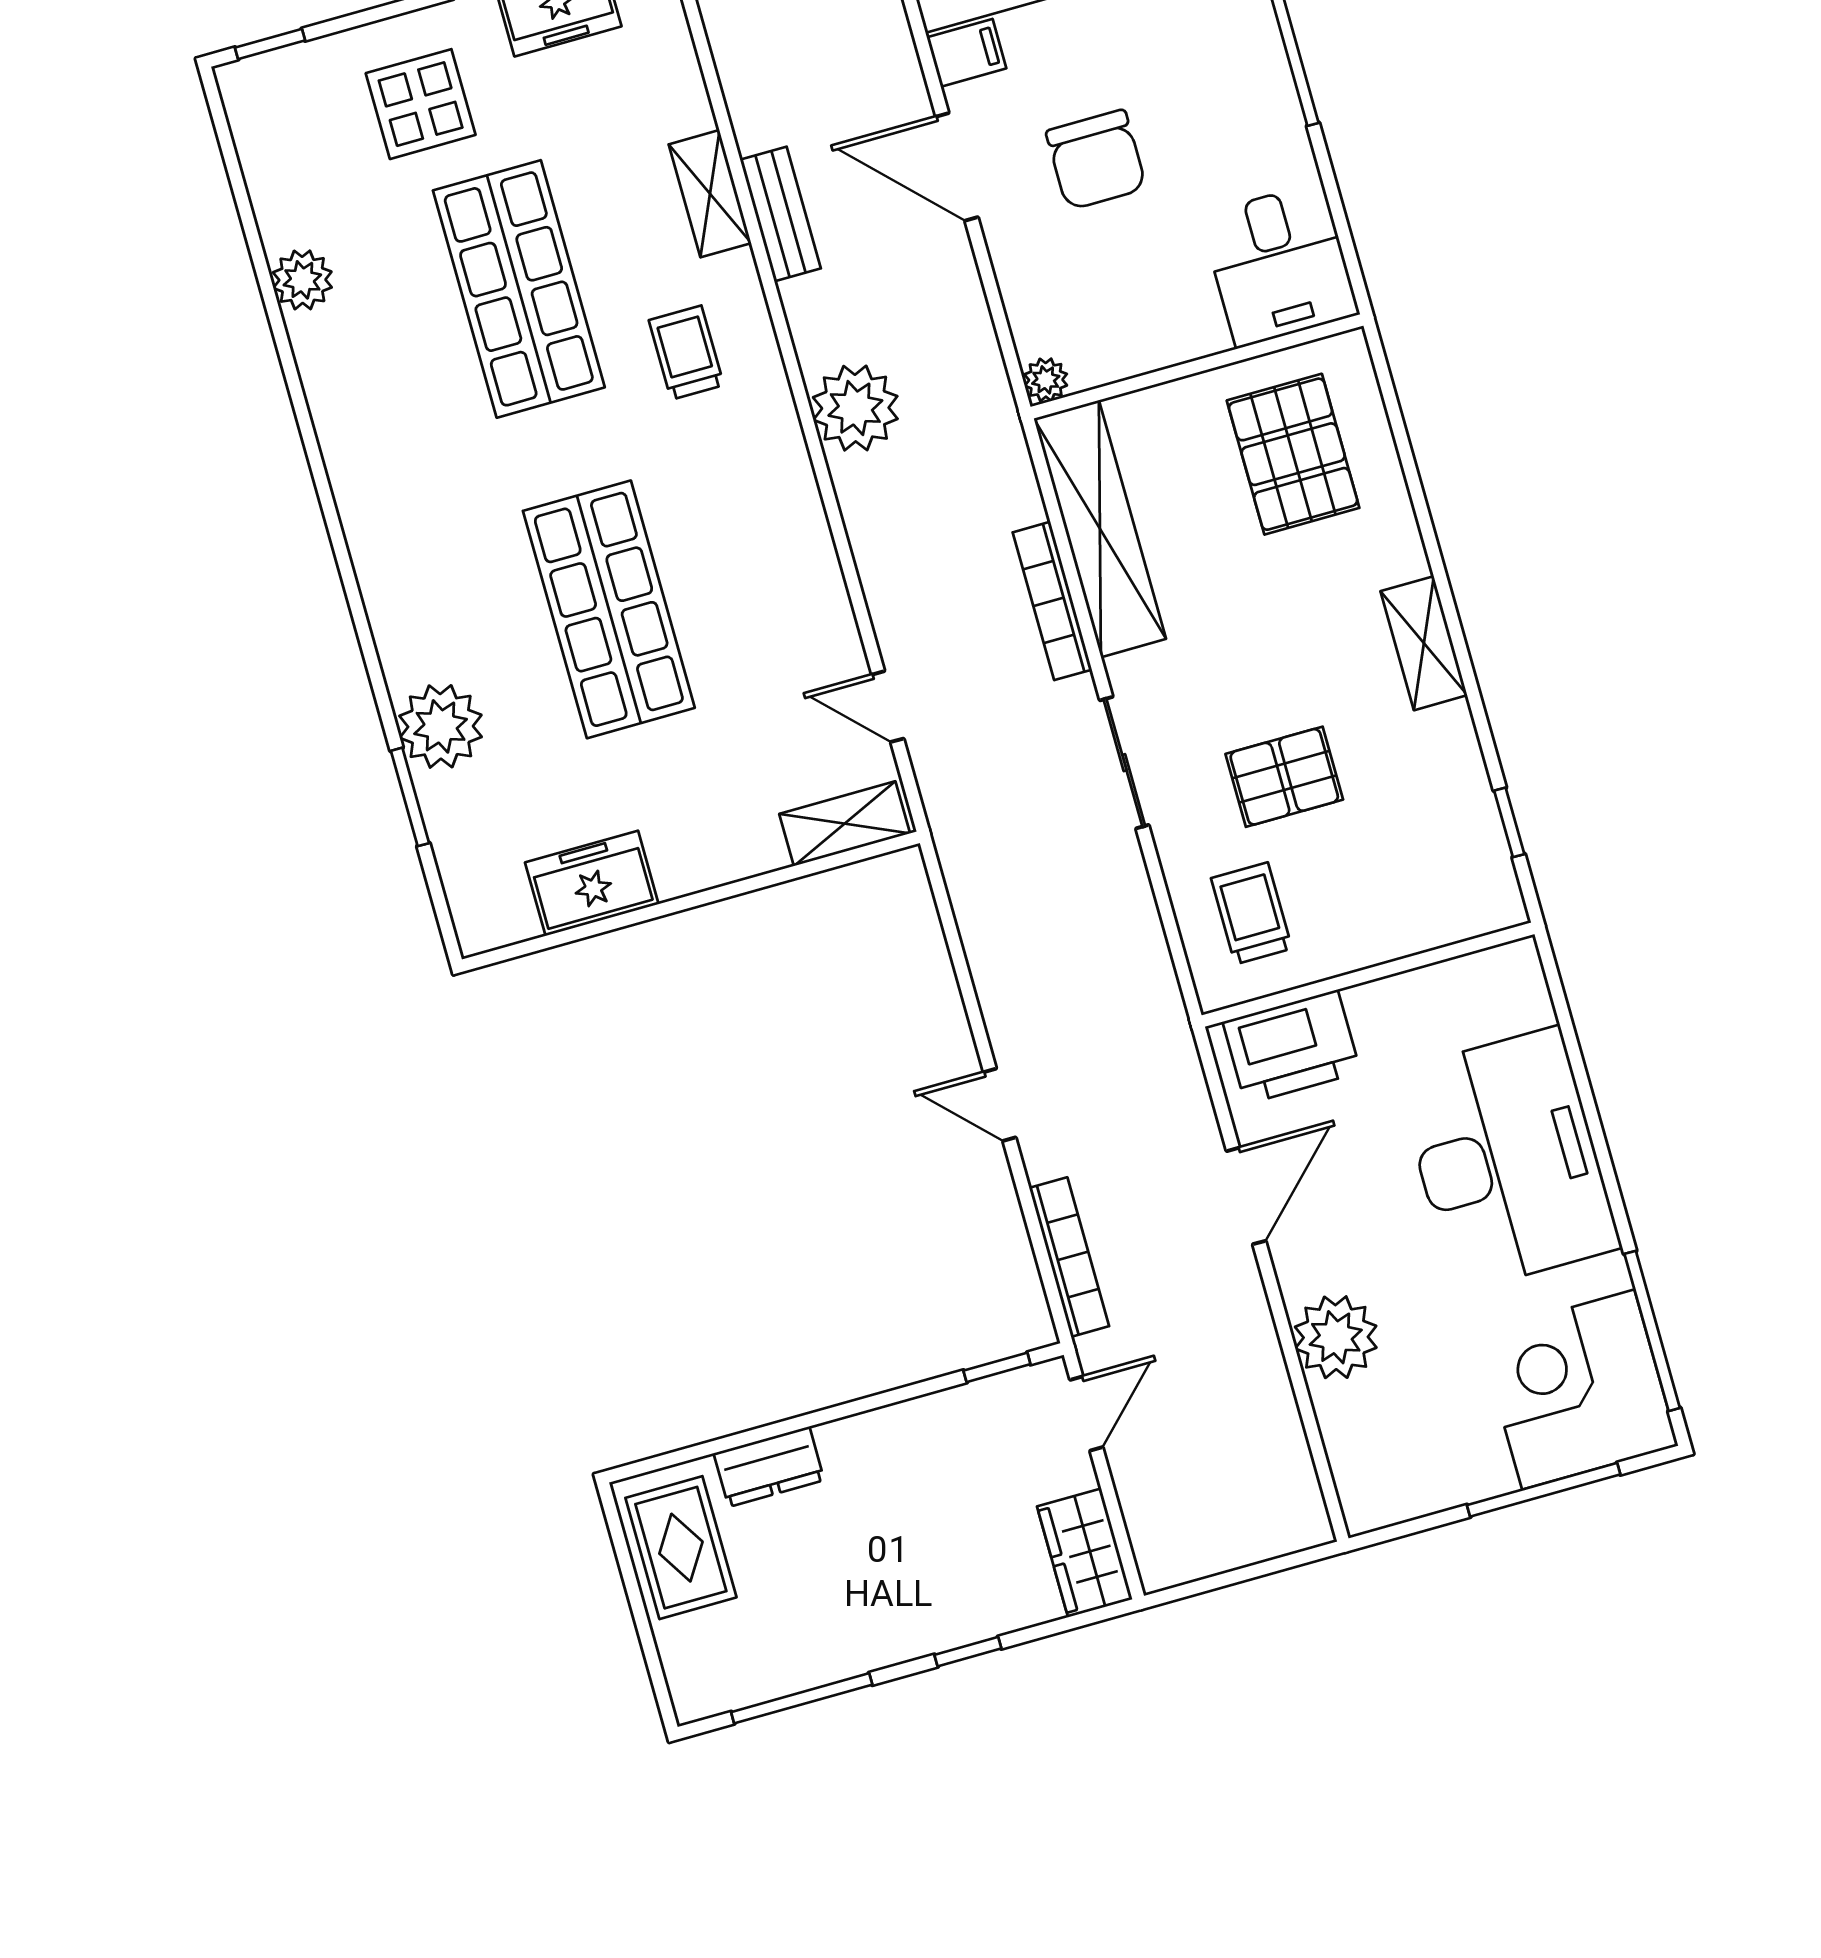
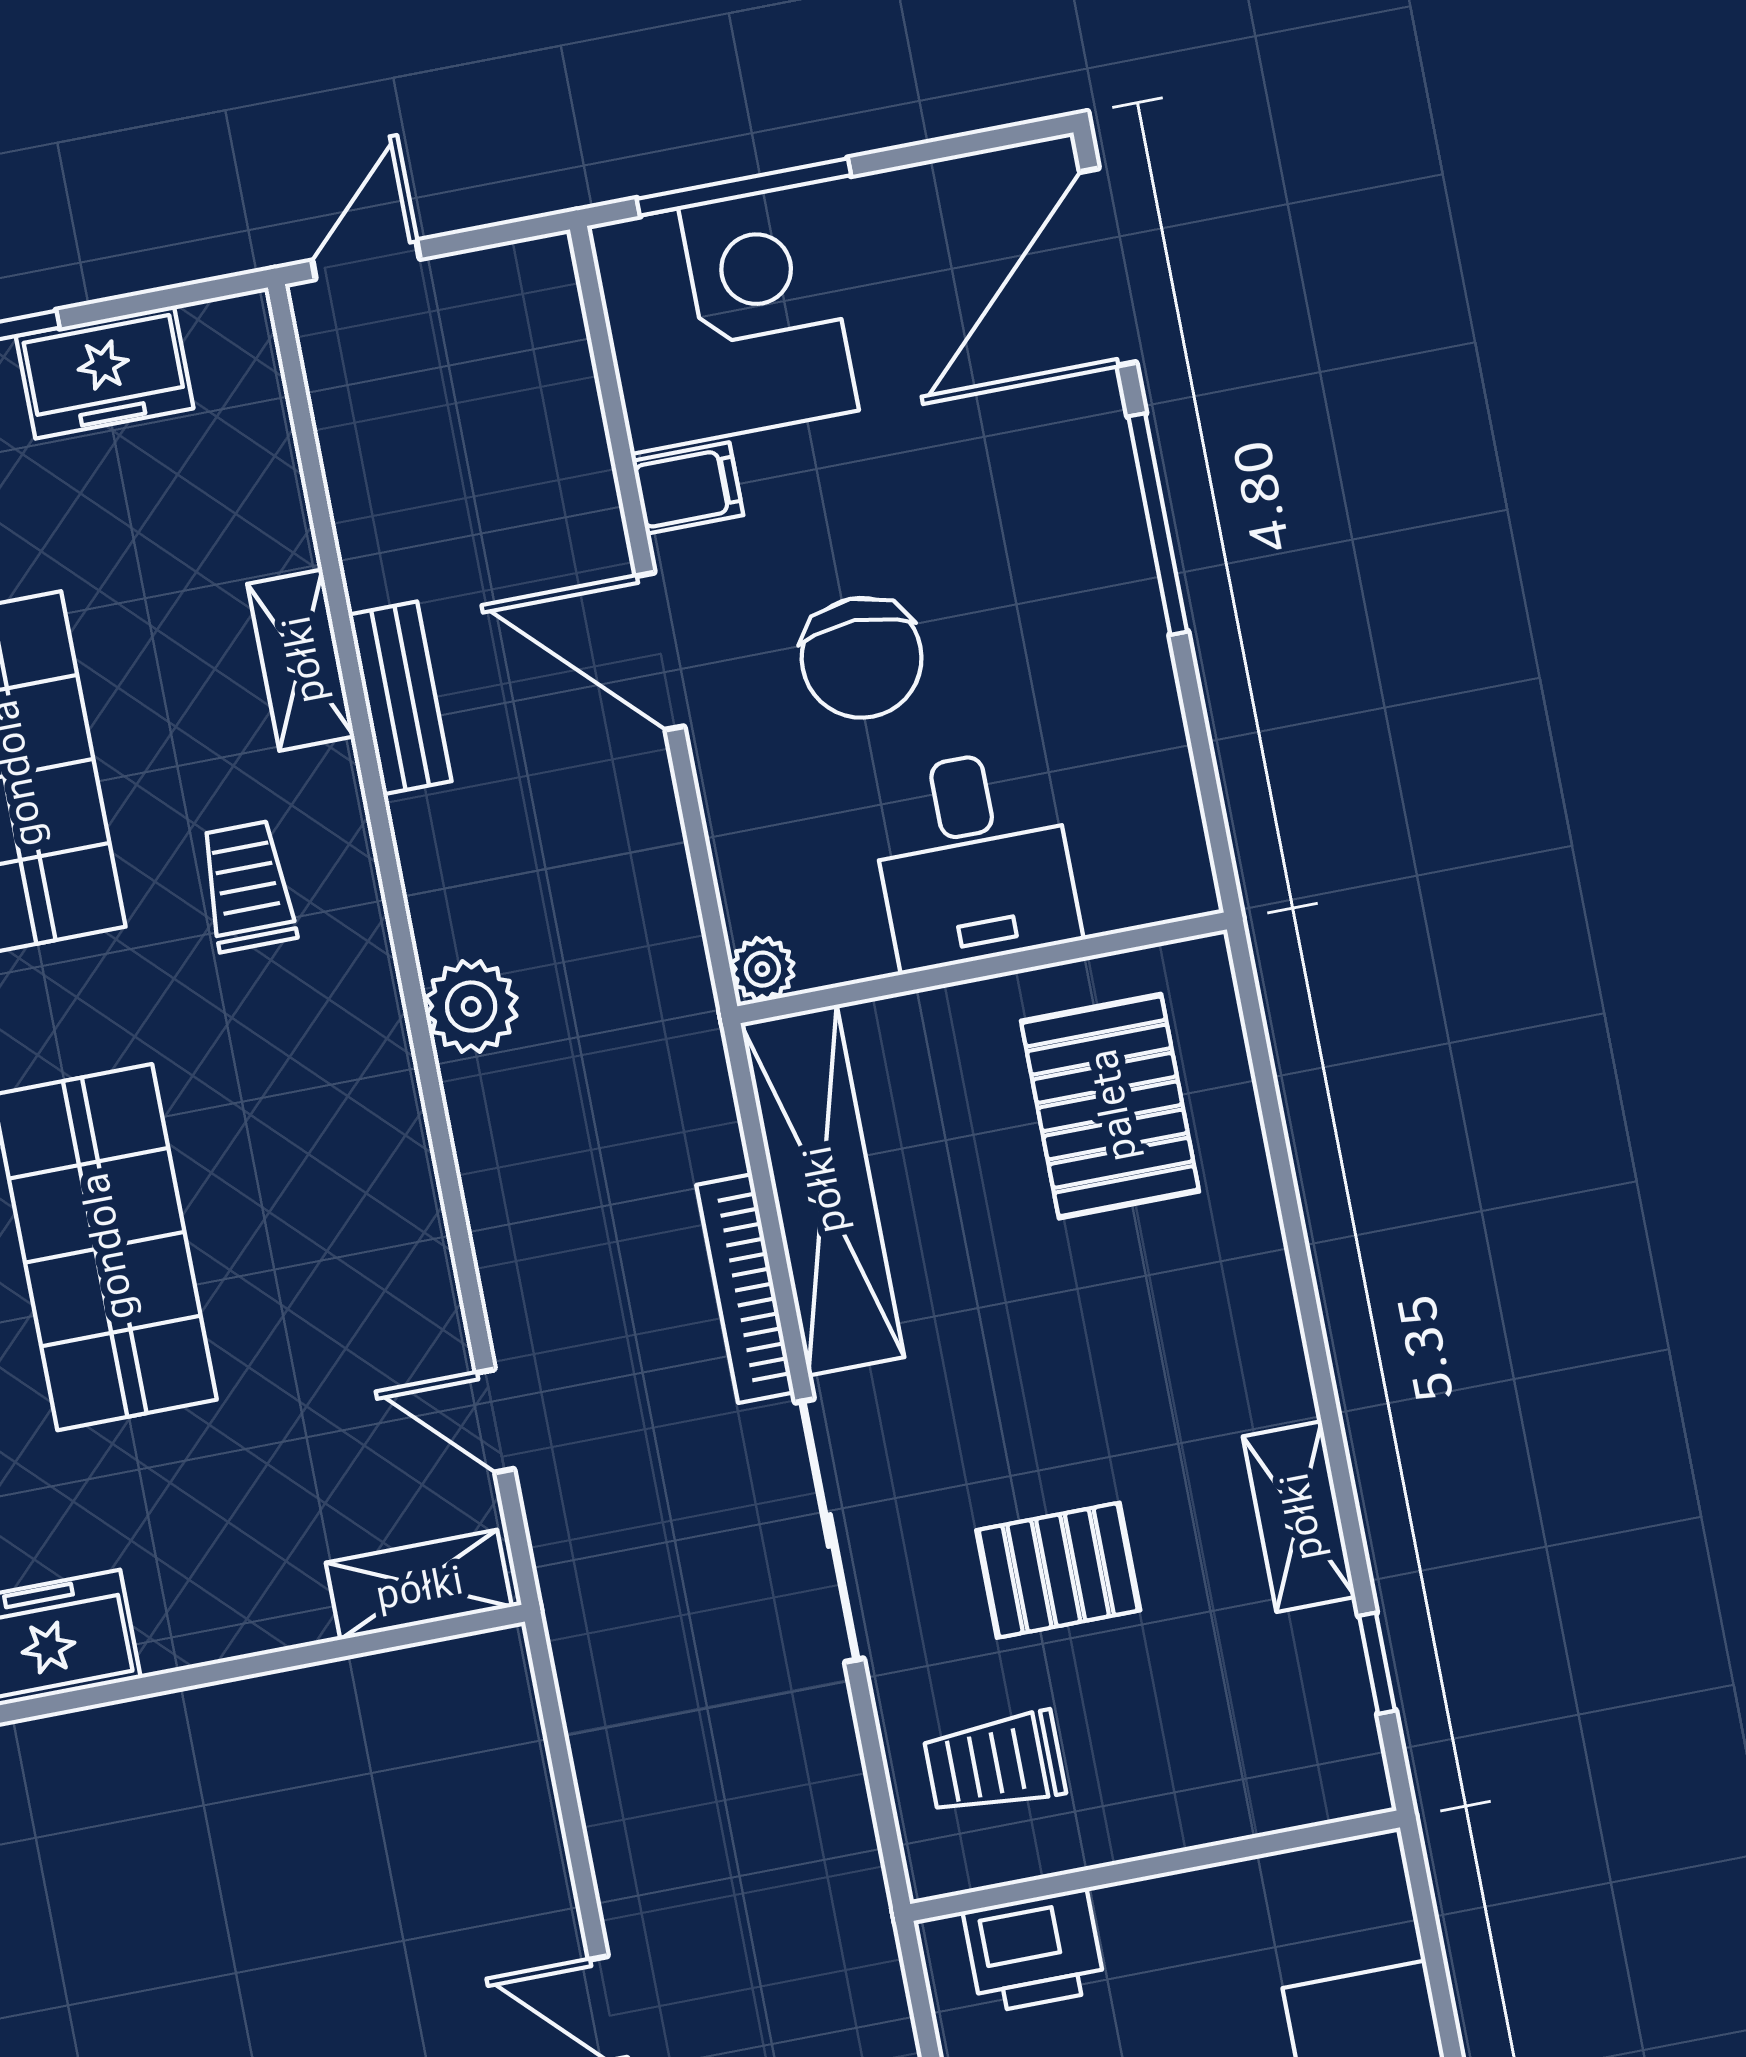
desk: (1279, 265) -> (973, 858), moved
plant: (855, 408) -> (471, 1006), width x0.73, depth x0.73
shelving: (1424, 643) -> (1299, 1517), moved
sliding door: (1124, 763) -> (829, 1531), width x1.37
trolley: (1252, 913) -> (995, 1763), turned -90
printer: (1292, 1047) -> (1034, 1951), width x0.73, depth x0.84

